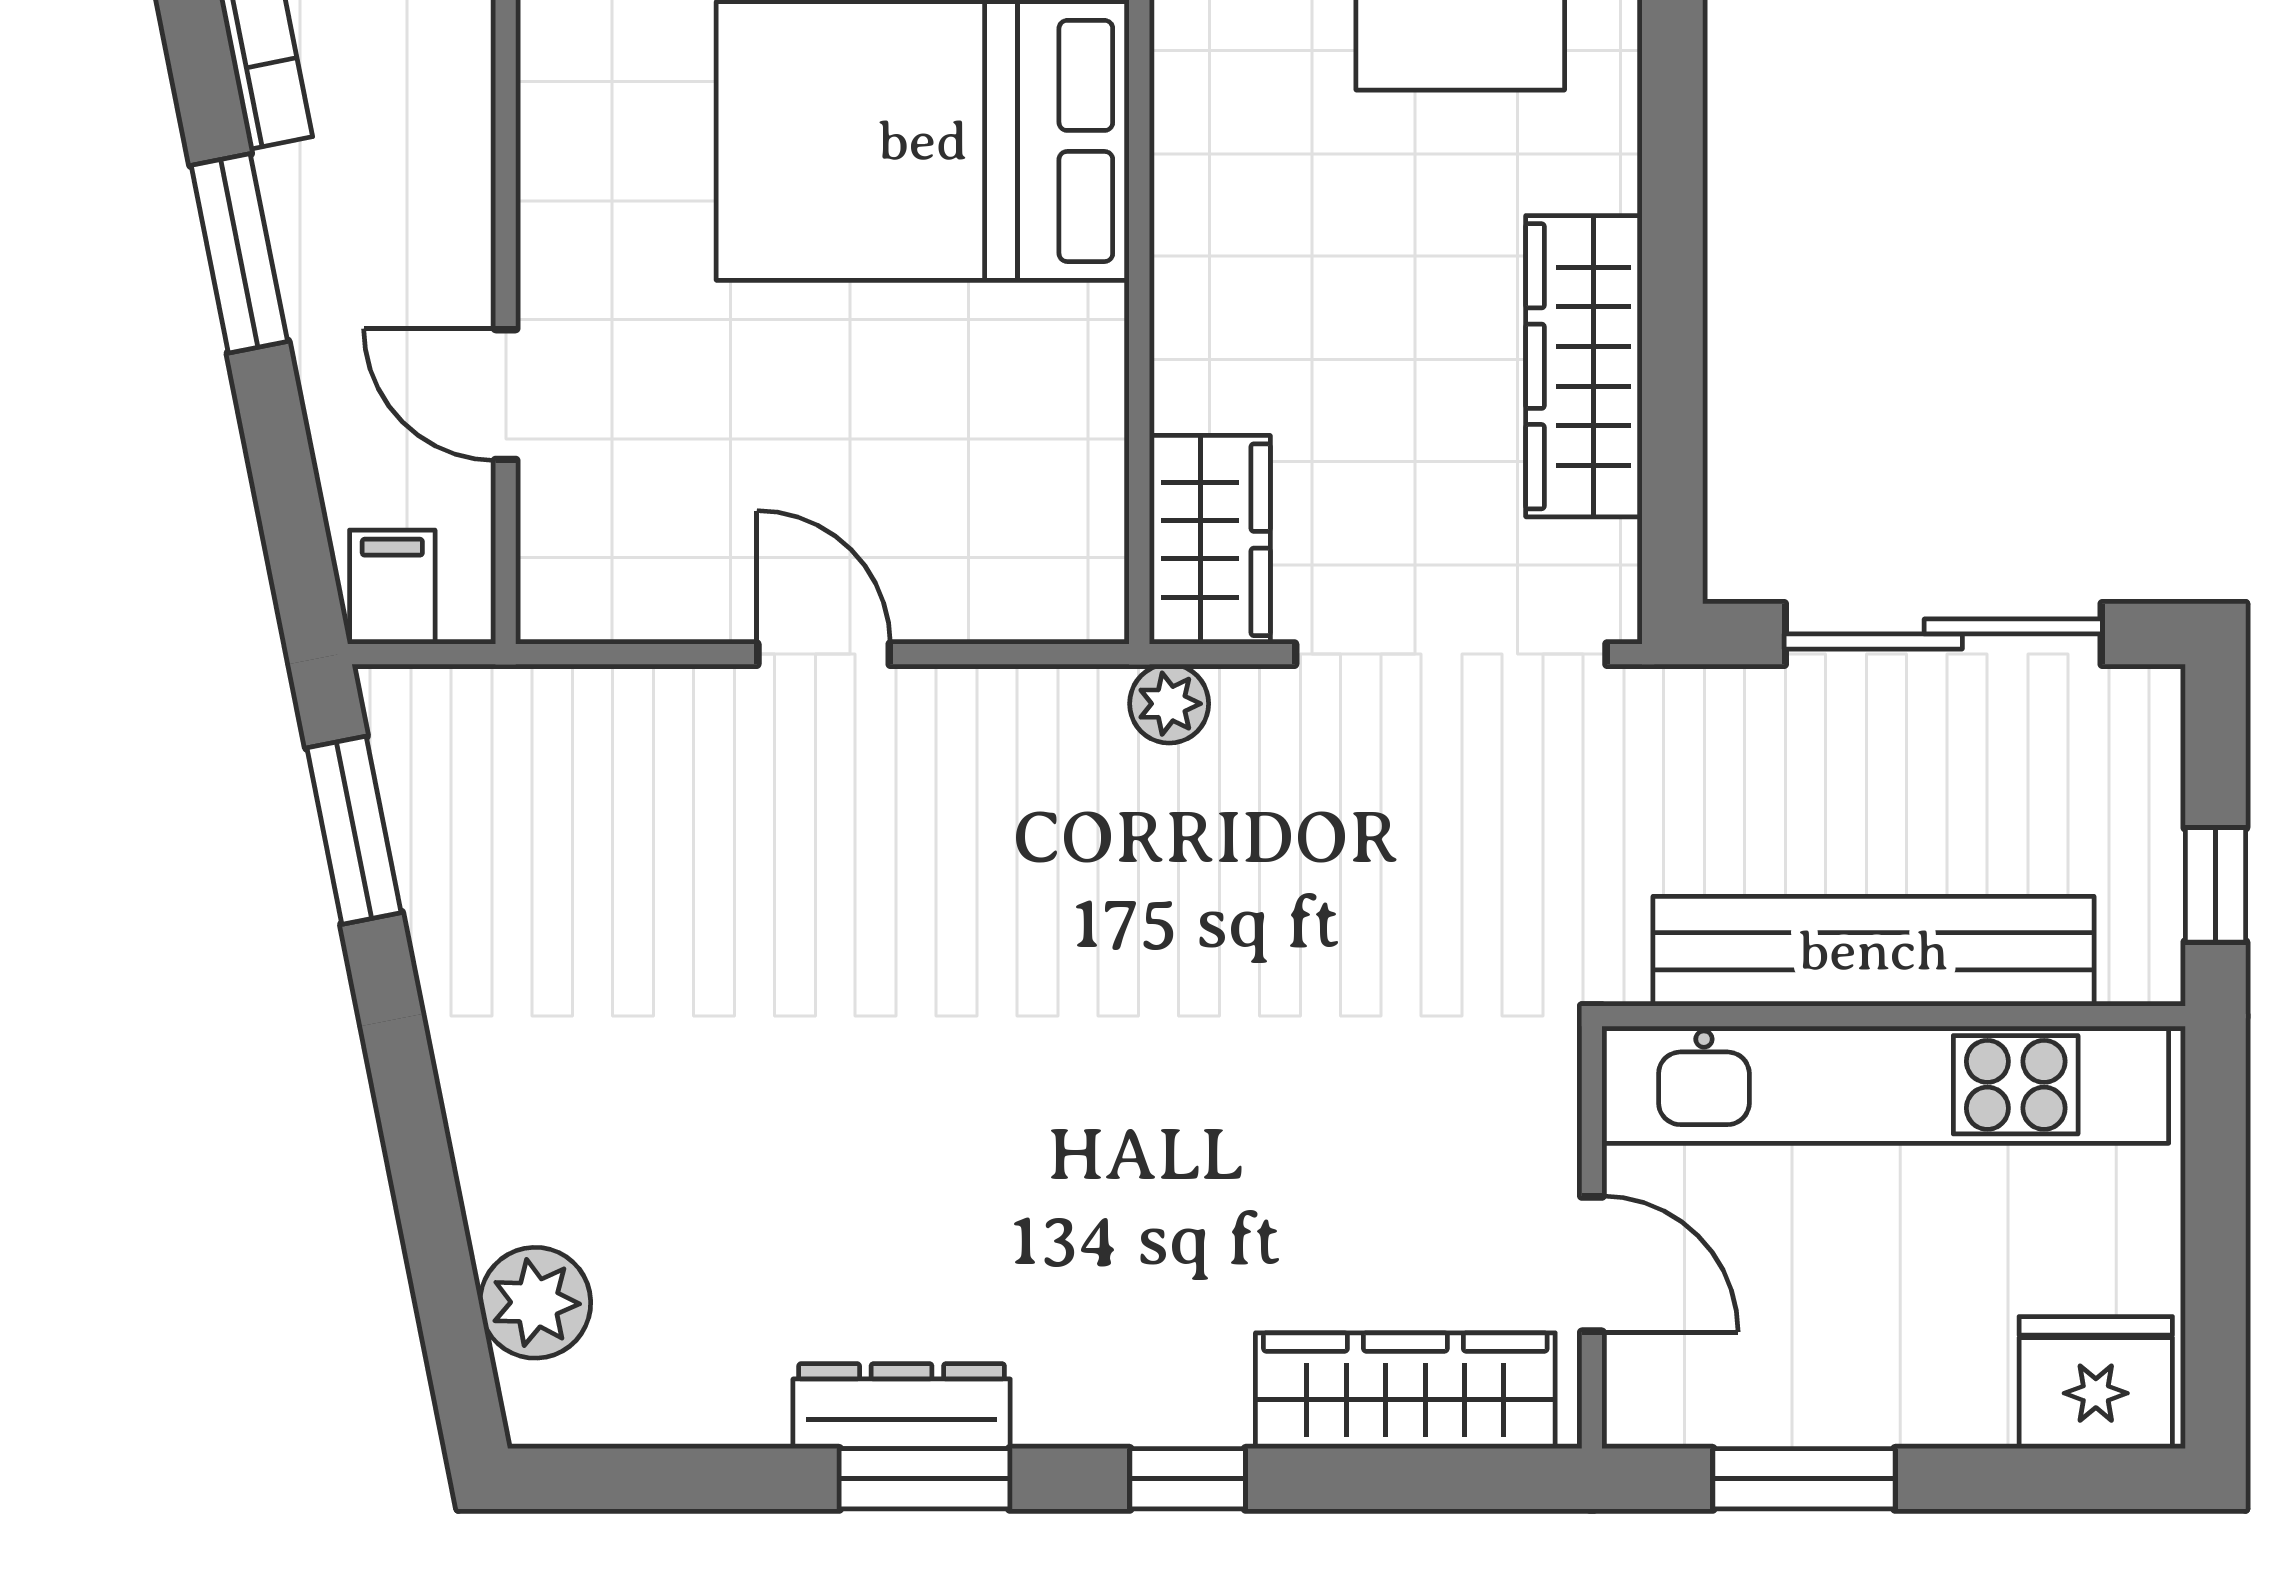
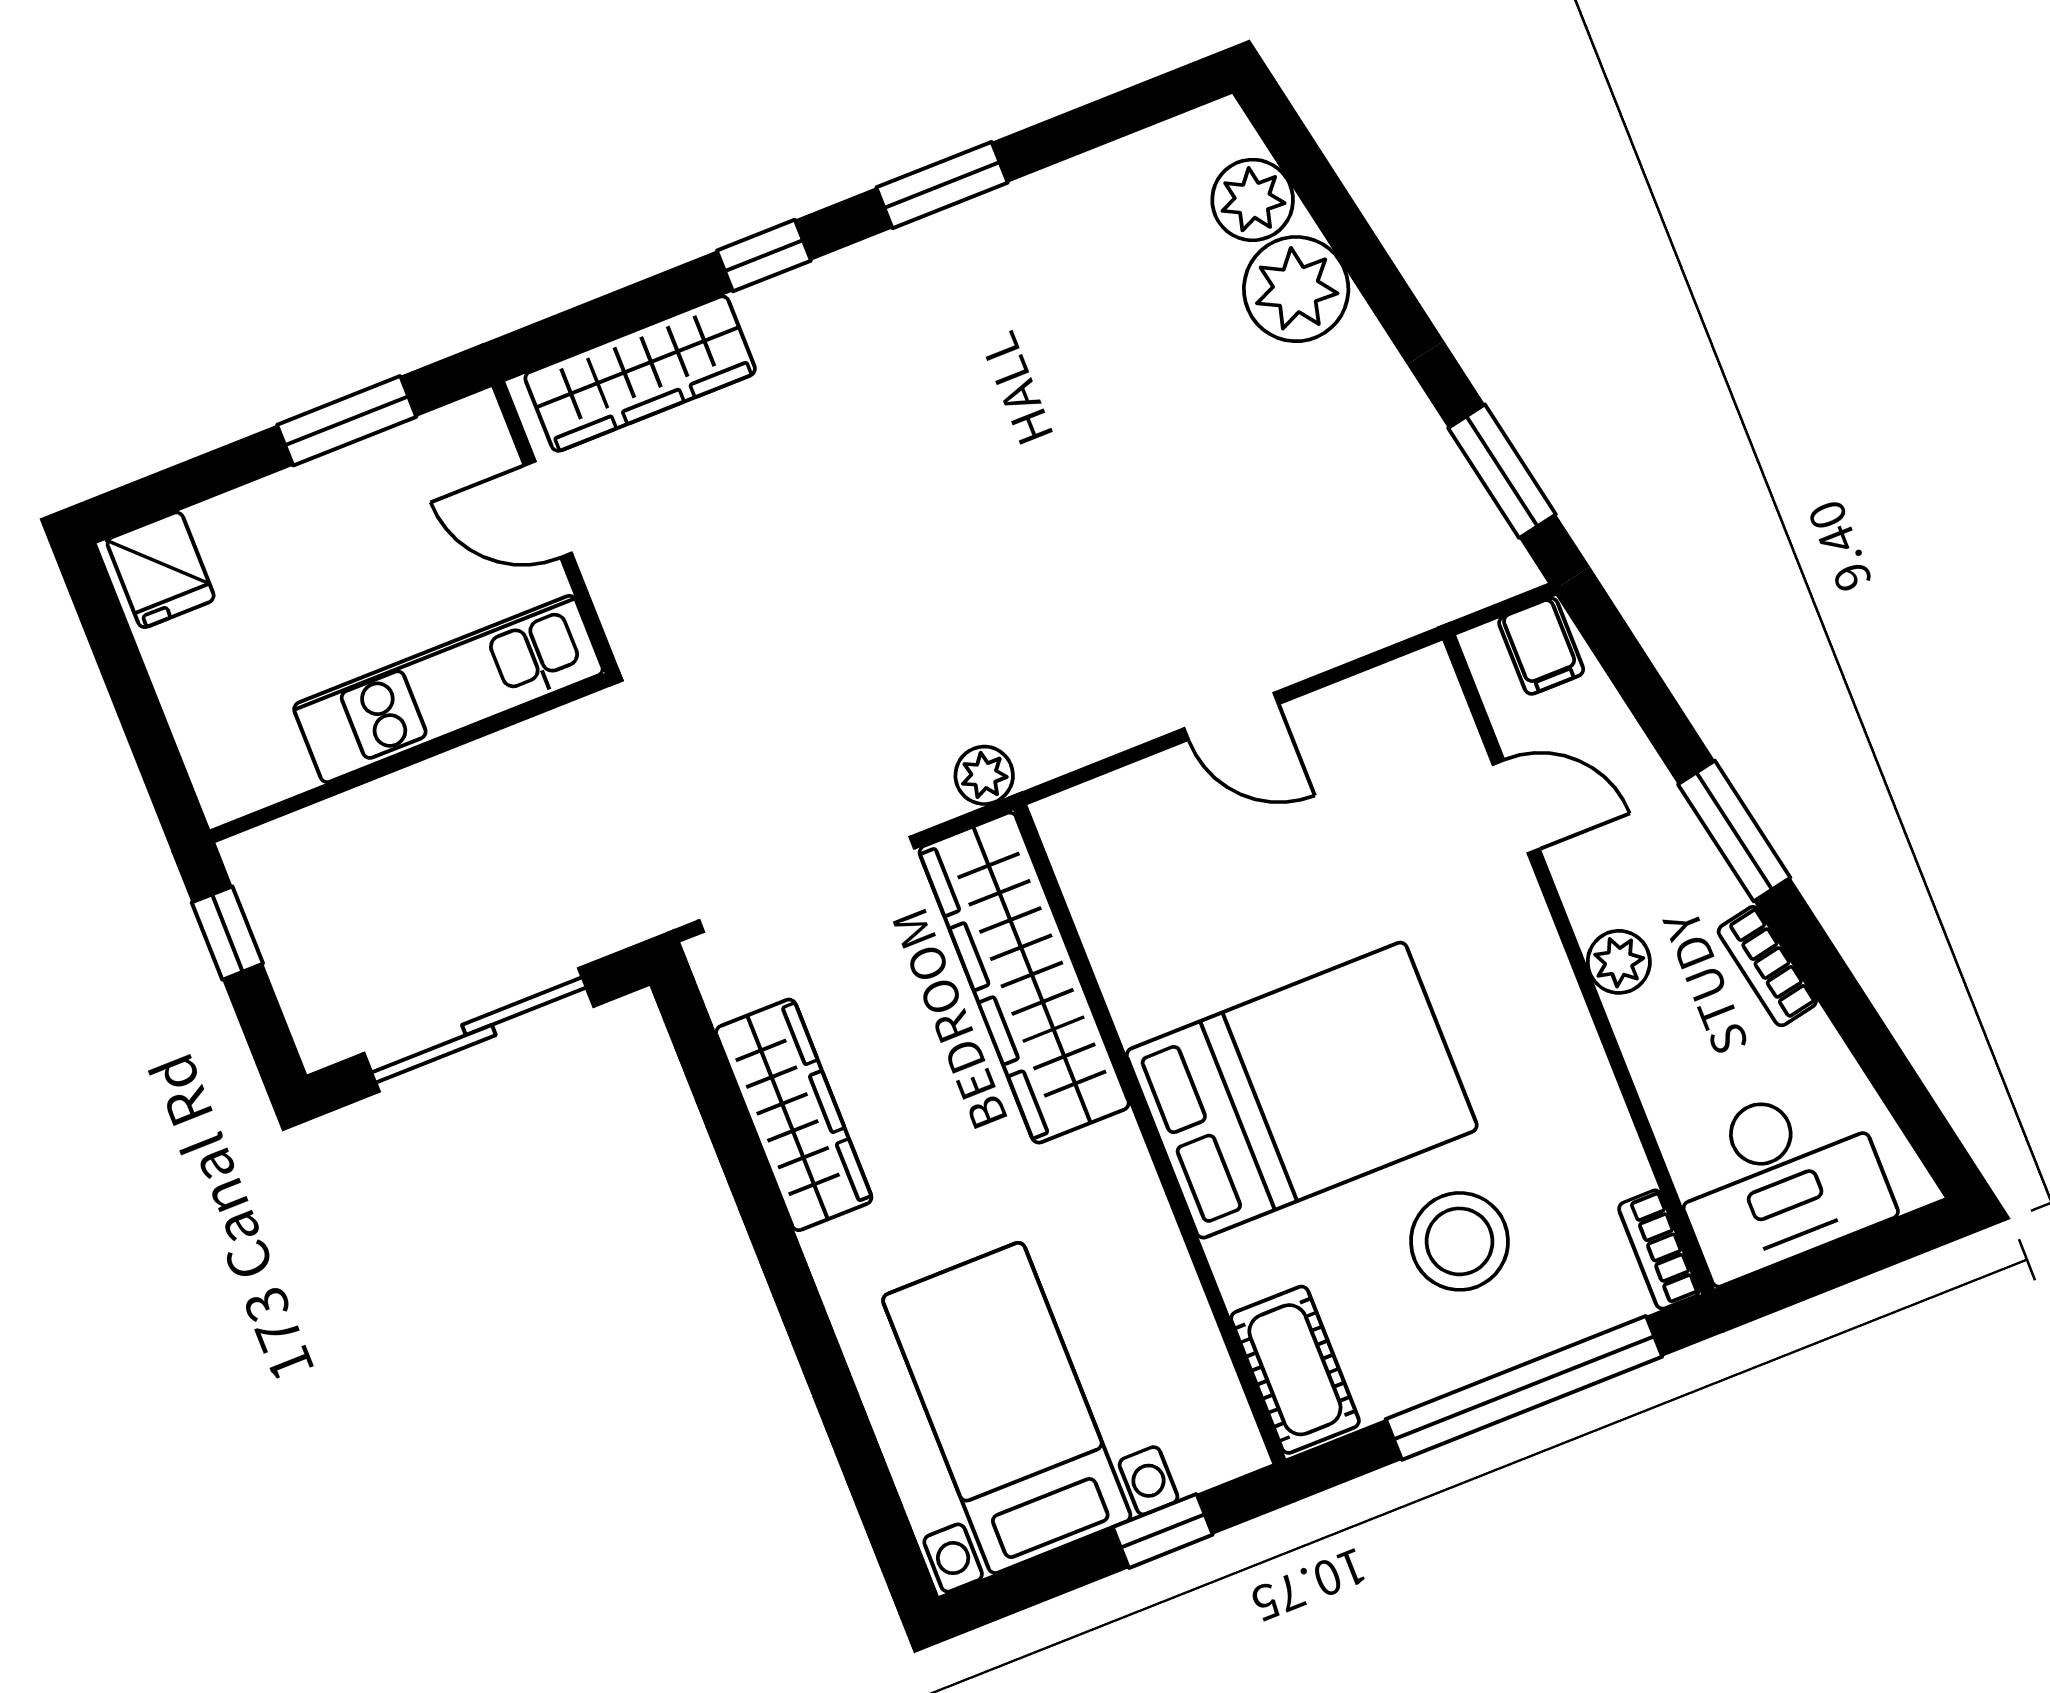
plant: (453, 144) -> (1619, 962), added
wardrobe: (1210, 540) -> (1024, 978), width x2.10, depth x1.17
bench: (1874, 951) -> (441, 797), removed
kitchen unit: (1885, 1085) -> (448, 689), width x0.73
plant: (525, 1167) -> (1296, 289), added
fridge: (2096, 1383) -> (161, 570), width x0.72
dresser: (902, 1406) -> (977, 228), removed

